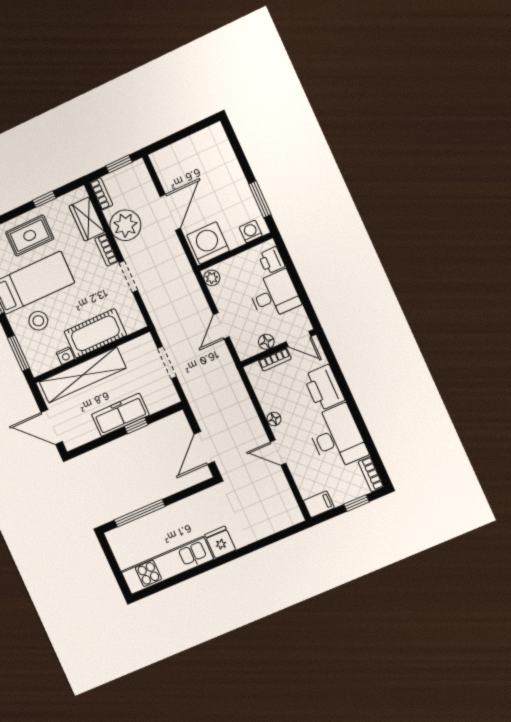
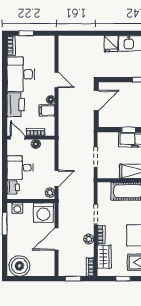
boiler: (208, 145) -> (19, 266), added
plant: (125, 225) -> (89, 239), width x0.53, depth x0.53
door: (221, 326) -> (57, 178), moved
filing cabinet: (319, 504) -> (47, 110), moved

